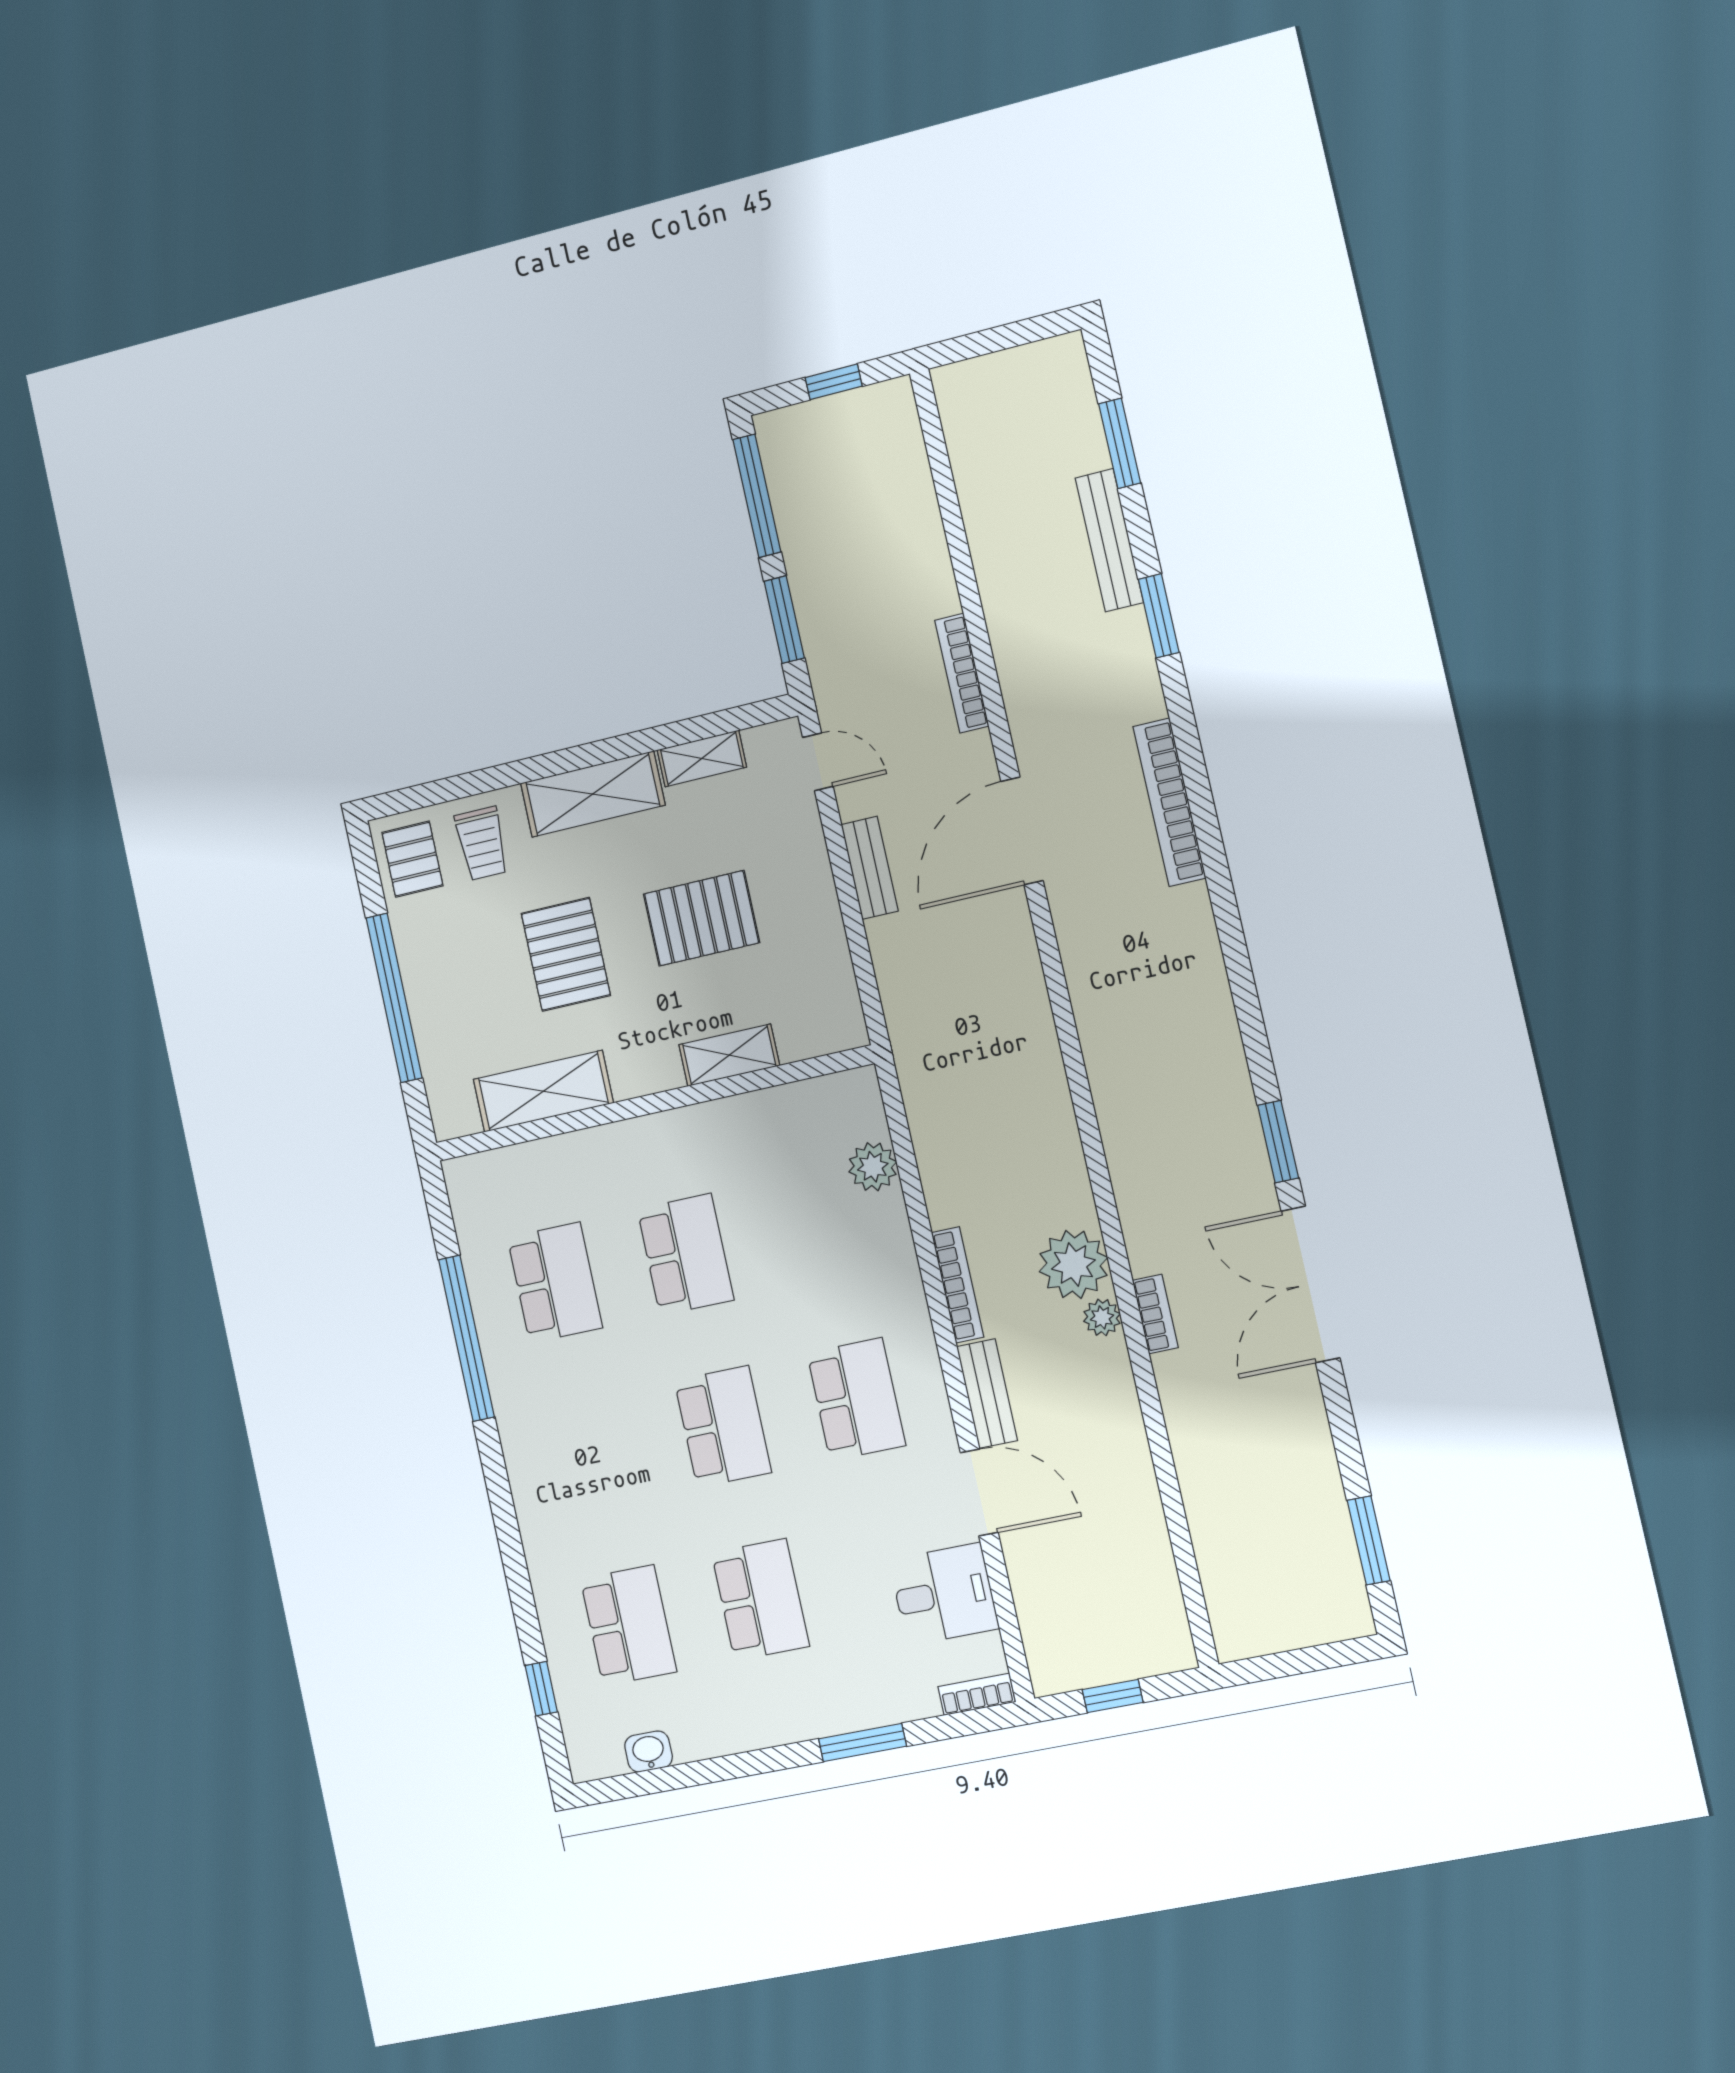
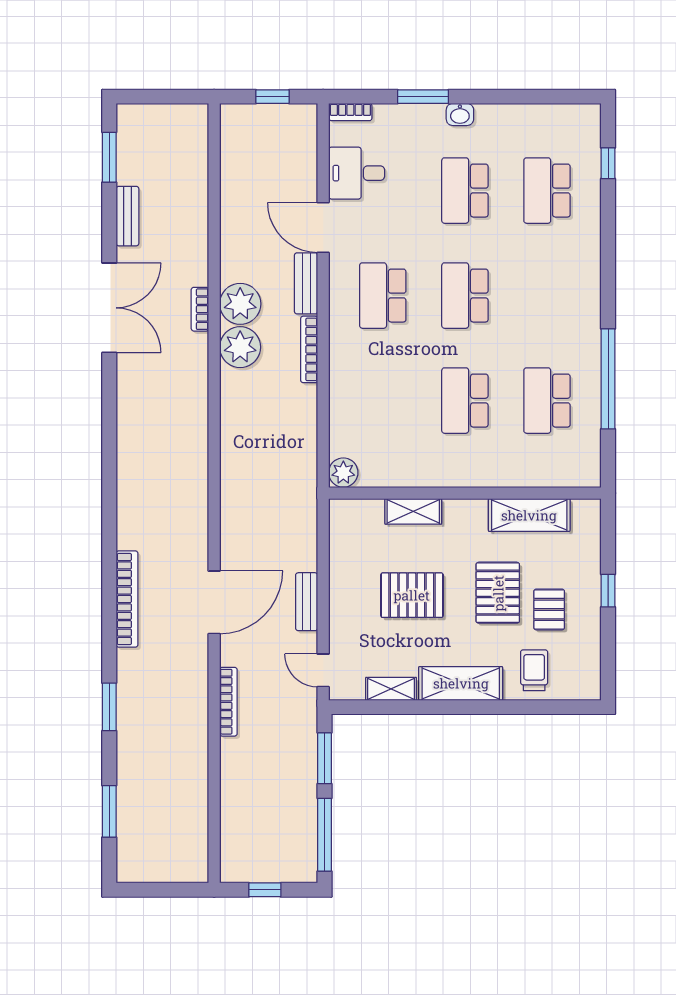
bench: (1109, 540) -> (127, 216), moved, width x0.73
pallet: (412, 859) -> (549, 609), moved
window: (394, 998) -> (608, 591), width x0.32
window: (1278, 1142) -> (109, 392), removed
plant: (873, 1167) -> (343, 473), moved
plant: (1102, 1317) -> (240, 304), width x1.88, depth x1.88
washbasin: (649, 1752) -> (460, 114), moved

